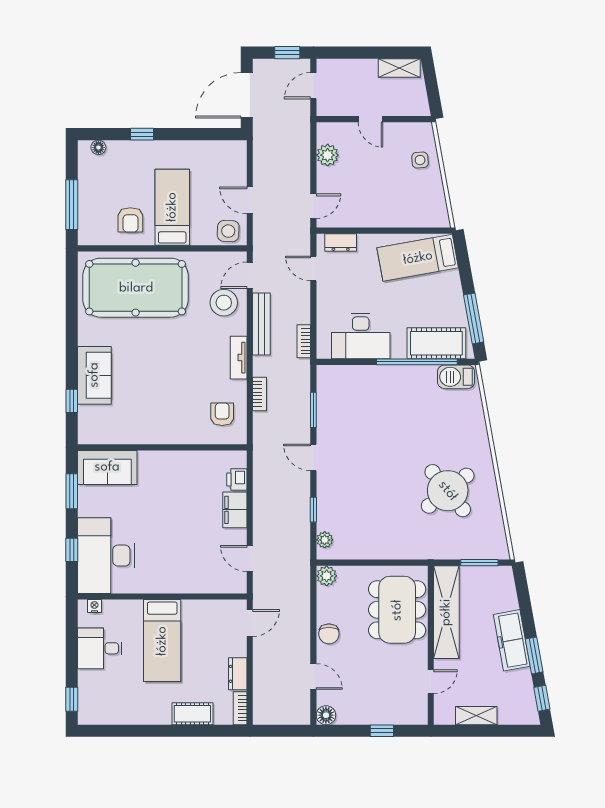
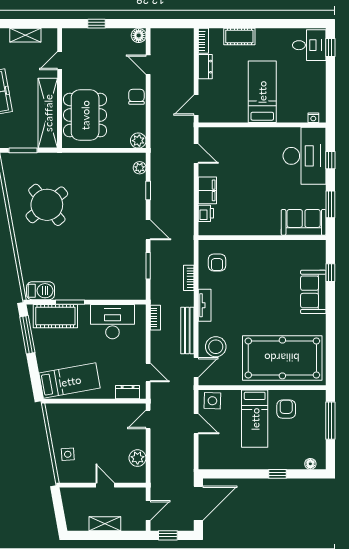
shelving: (399, 68) -> (105, 524), moved
window: (417, 362) -> (70, 302), width x0.47
desk: (100, 648) -> (309, 45), moved

